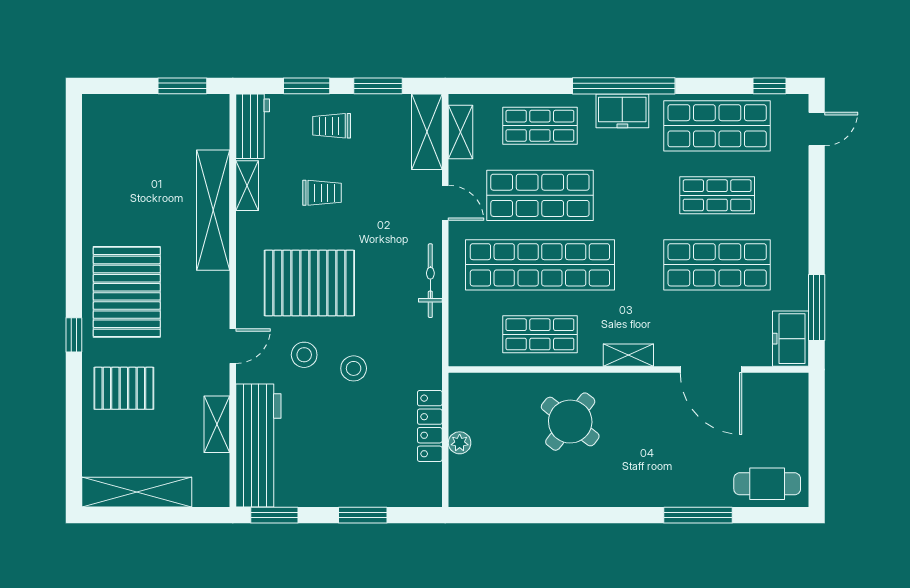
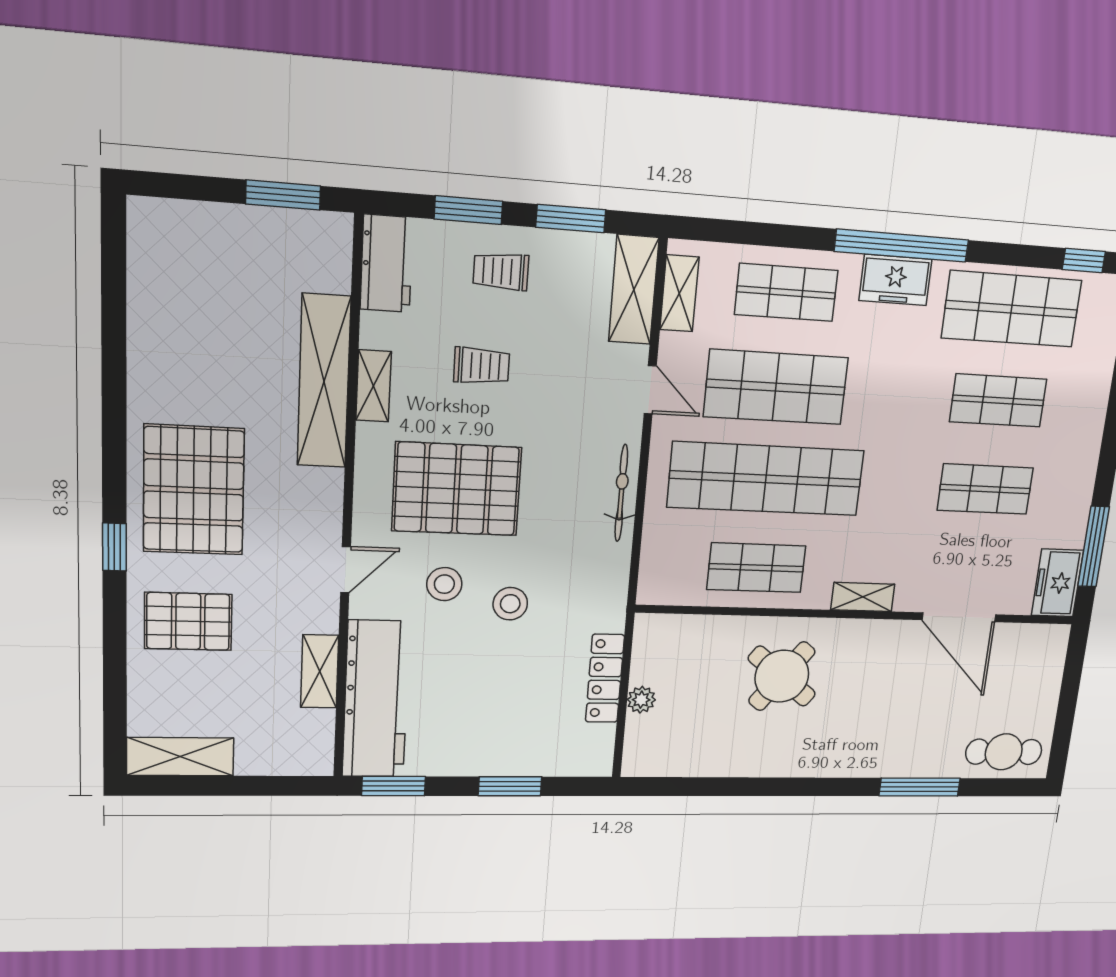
shelving: (247, 186) -> (373, 386), moved
shop shelf: (717, 265) -> (985, 489), width x0.70, depth x0.74
shelving: (137, 492) -> (180, 757), width x0.68

